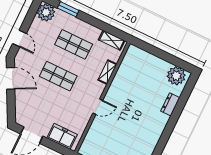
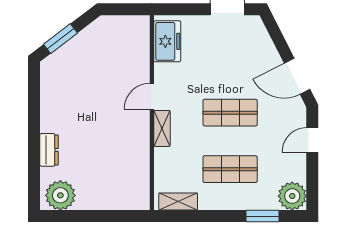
door: (19, 38) -> (312, 140), hinge flipped
shelving: (108, 72) -> (162, 128), moved
freezer: (62, 136) -> (167, 41), moved, turned -90

